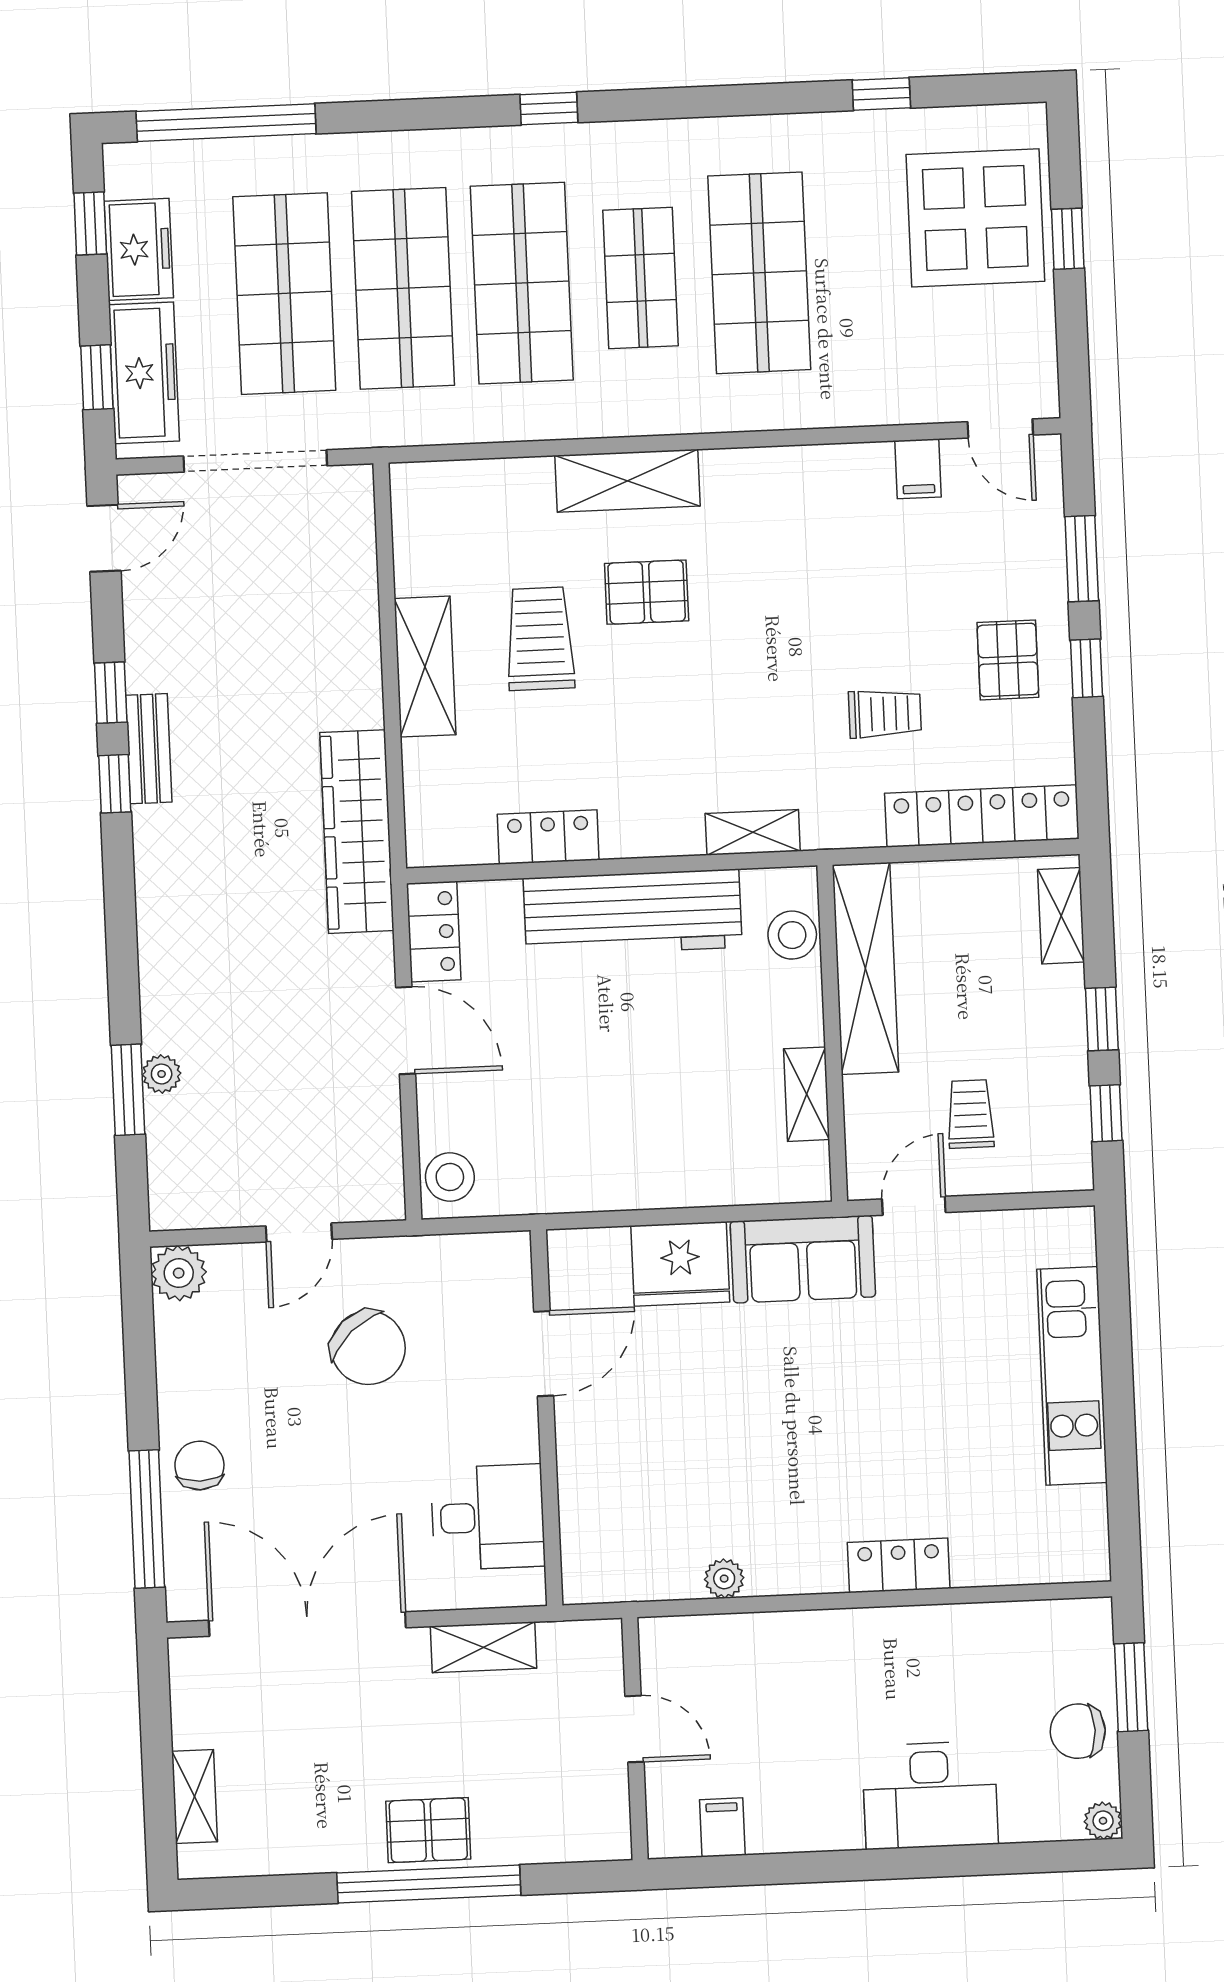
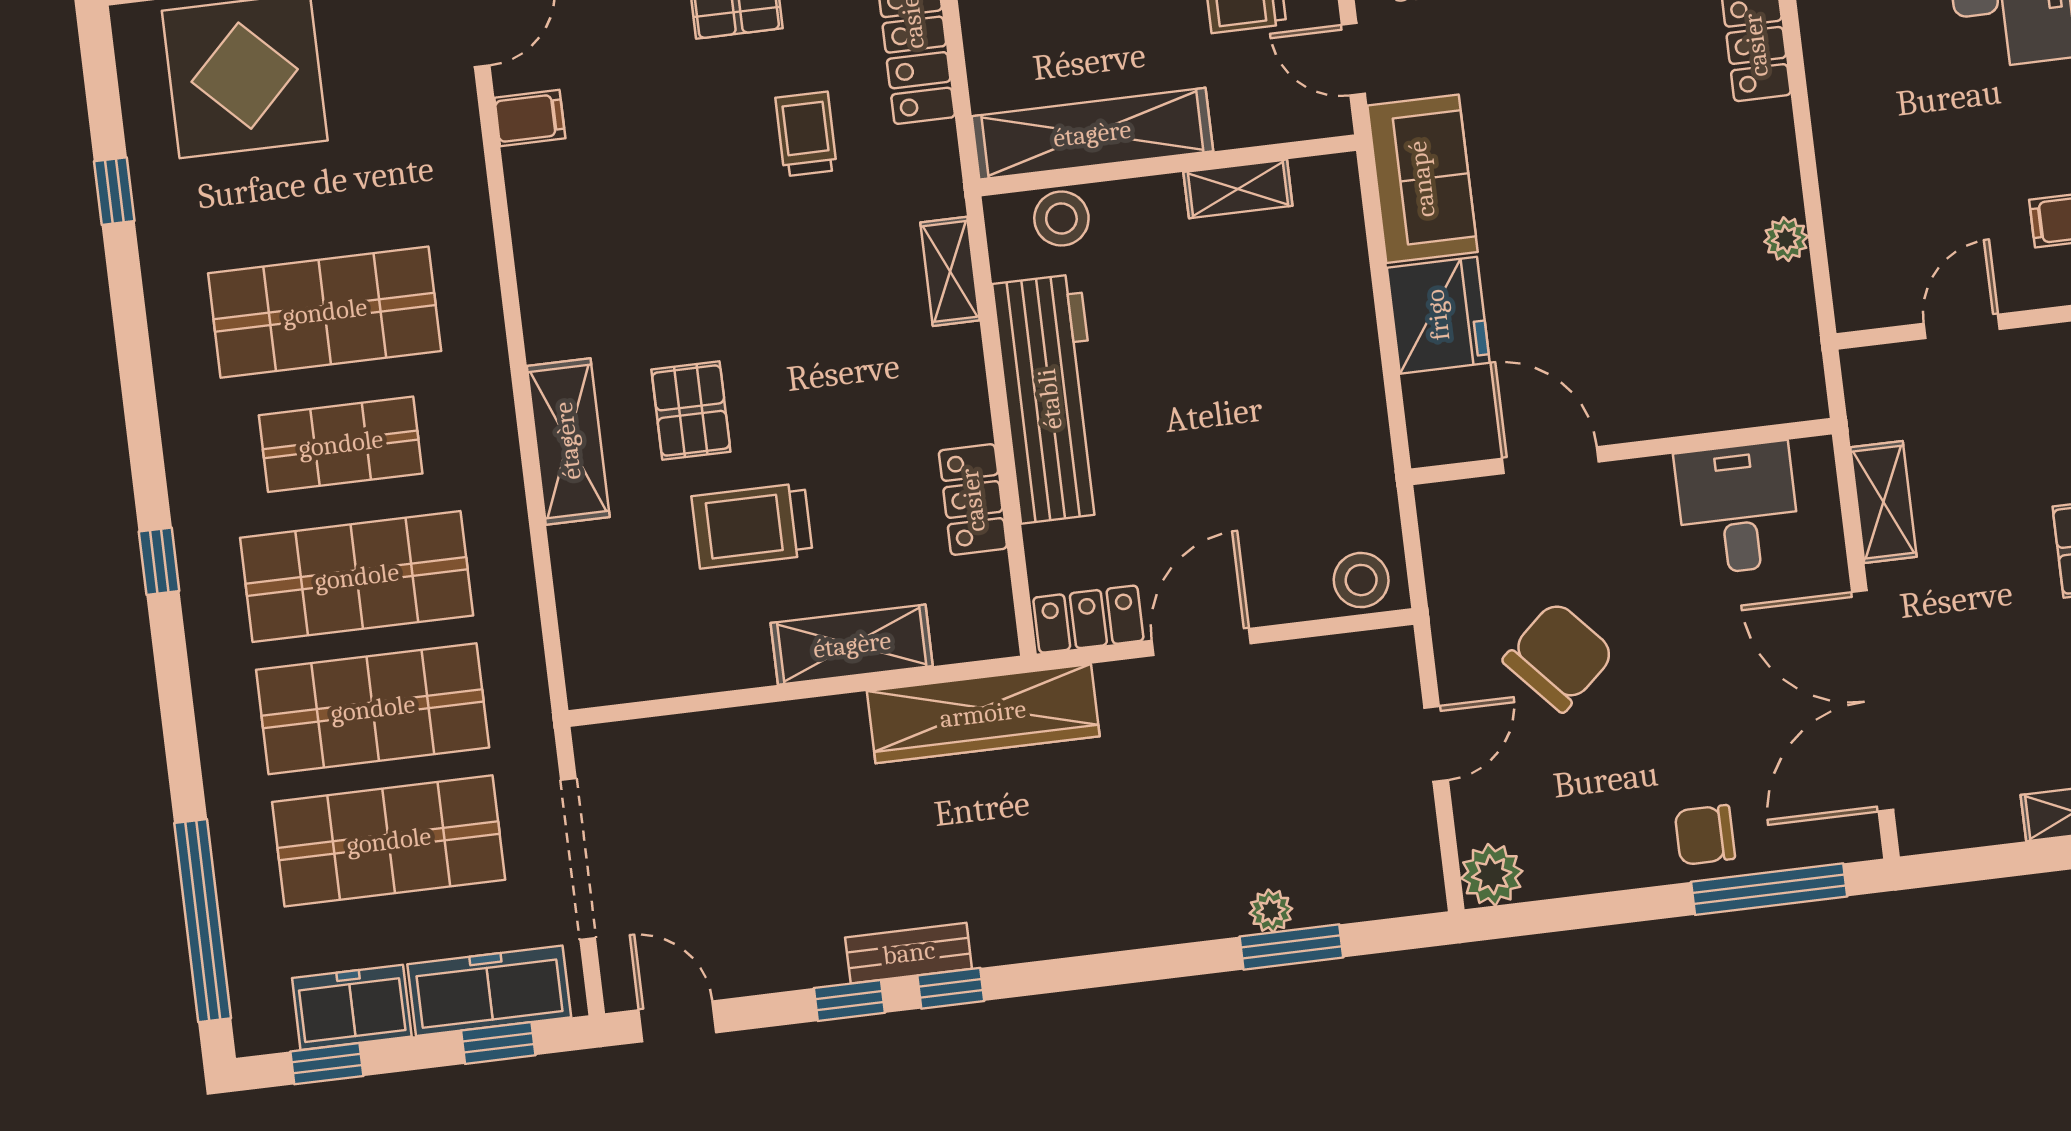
shelving: (425, 667) -> (852, 645), moved
door: (299, 1233) -> (1436, 744), hinge flipped

